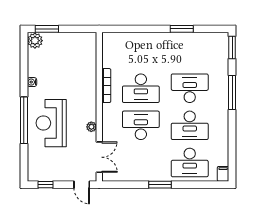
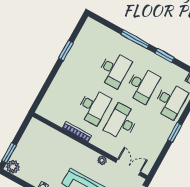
window: (232, 48) -> (165, 56), moved
desk: (190, 88) -> (114, 69), turned 180

